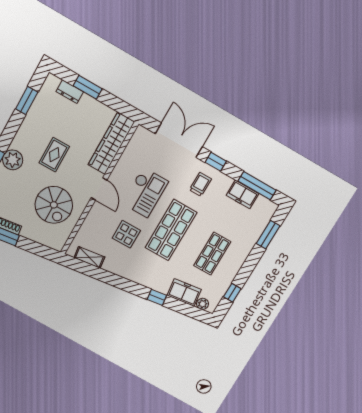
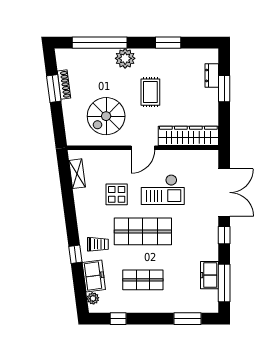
window: (27, 101) -> (168, 43), moved
rug: (54, 155) -> (150, 92), turned 90
trolley: (200, 184) -> (98, 244), moved

